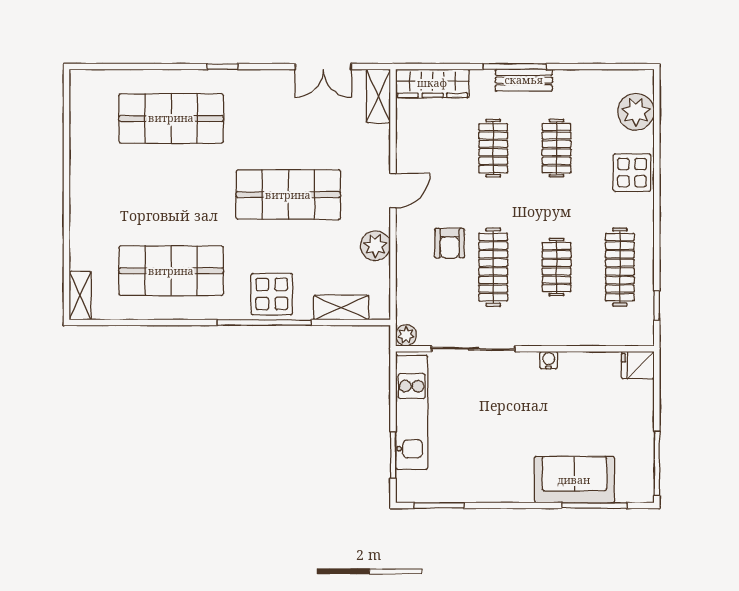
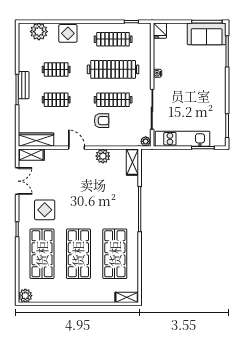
wardrobe: (432, 83) -> (36, 140), moved, turned -90
plant: (83, 84) -> (25, 296), added
shop shelf: (288, 195) -> (78, 254), moved
clothes rail: (557, 267) -> (113, 69), width x1.86, depth x1.31
display table: (272, 294) -> (45, 210), moved
shelving: (341, 308) -> (132, 162), moved
sofa: (574, 480) -> (207, 34), moved, turned -90

